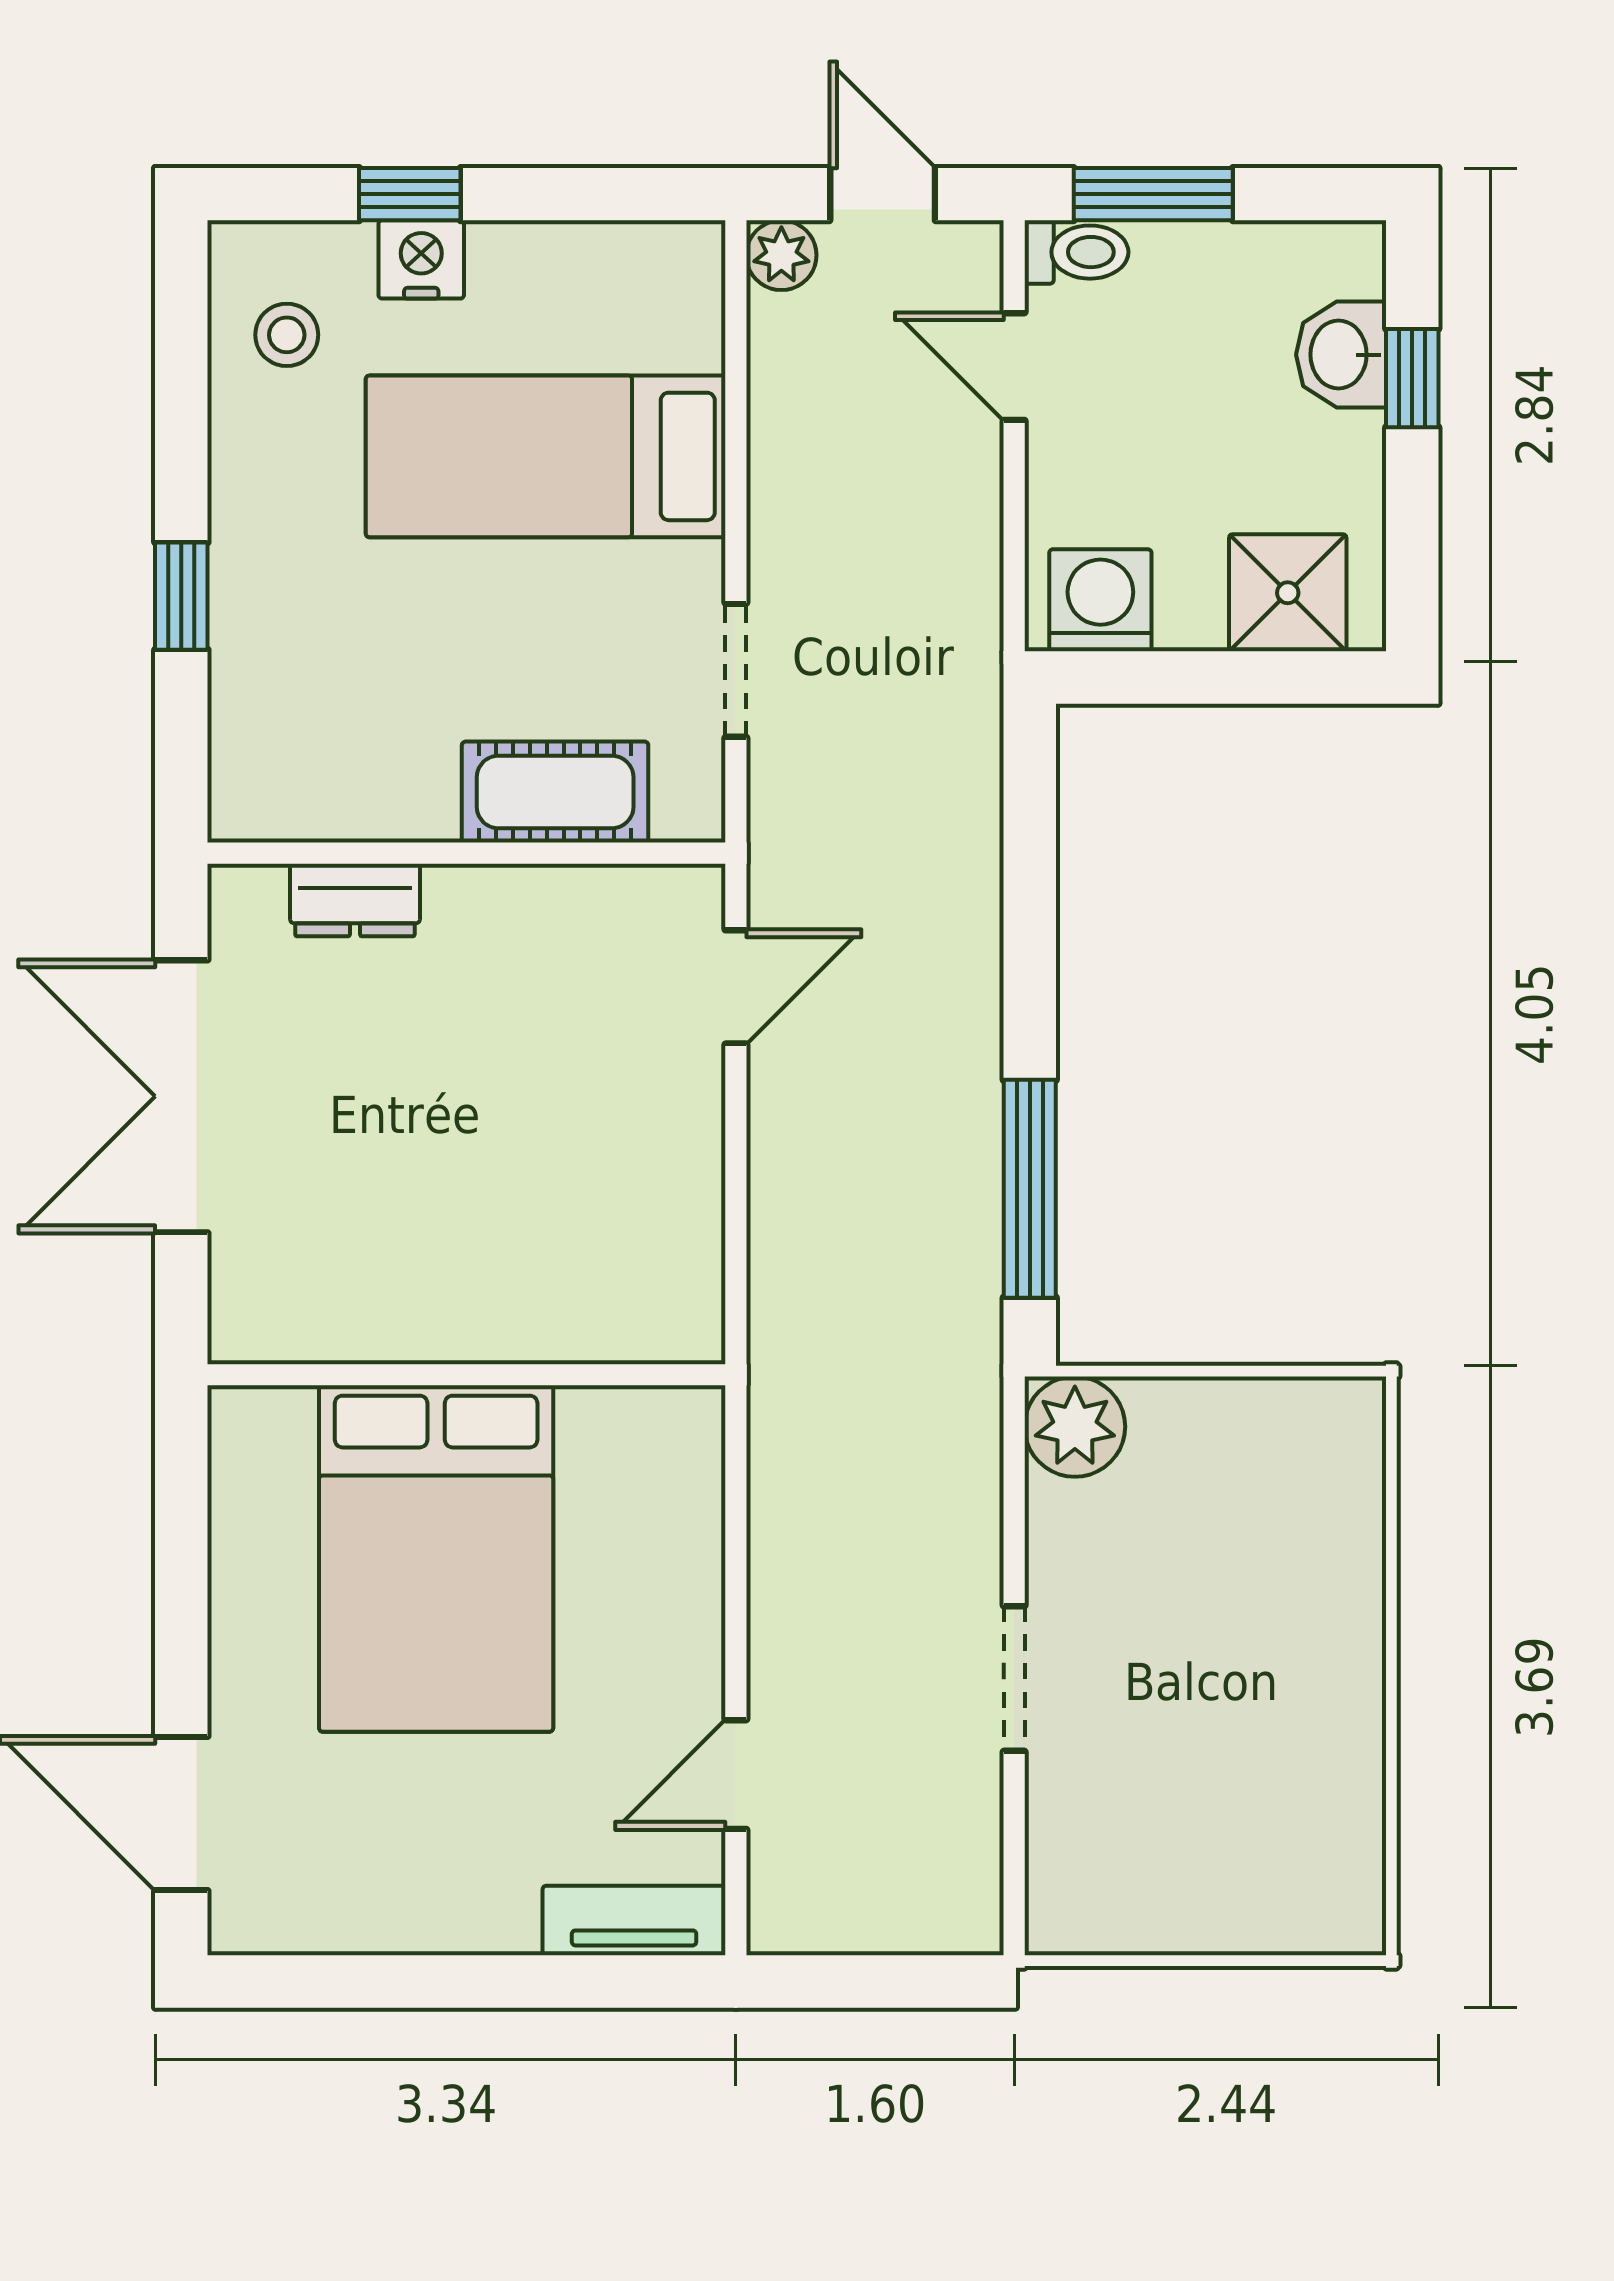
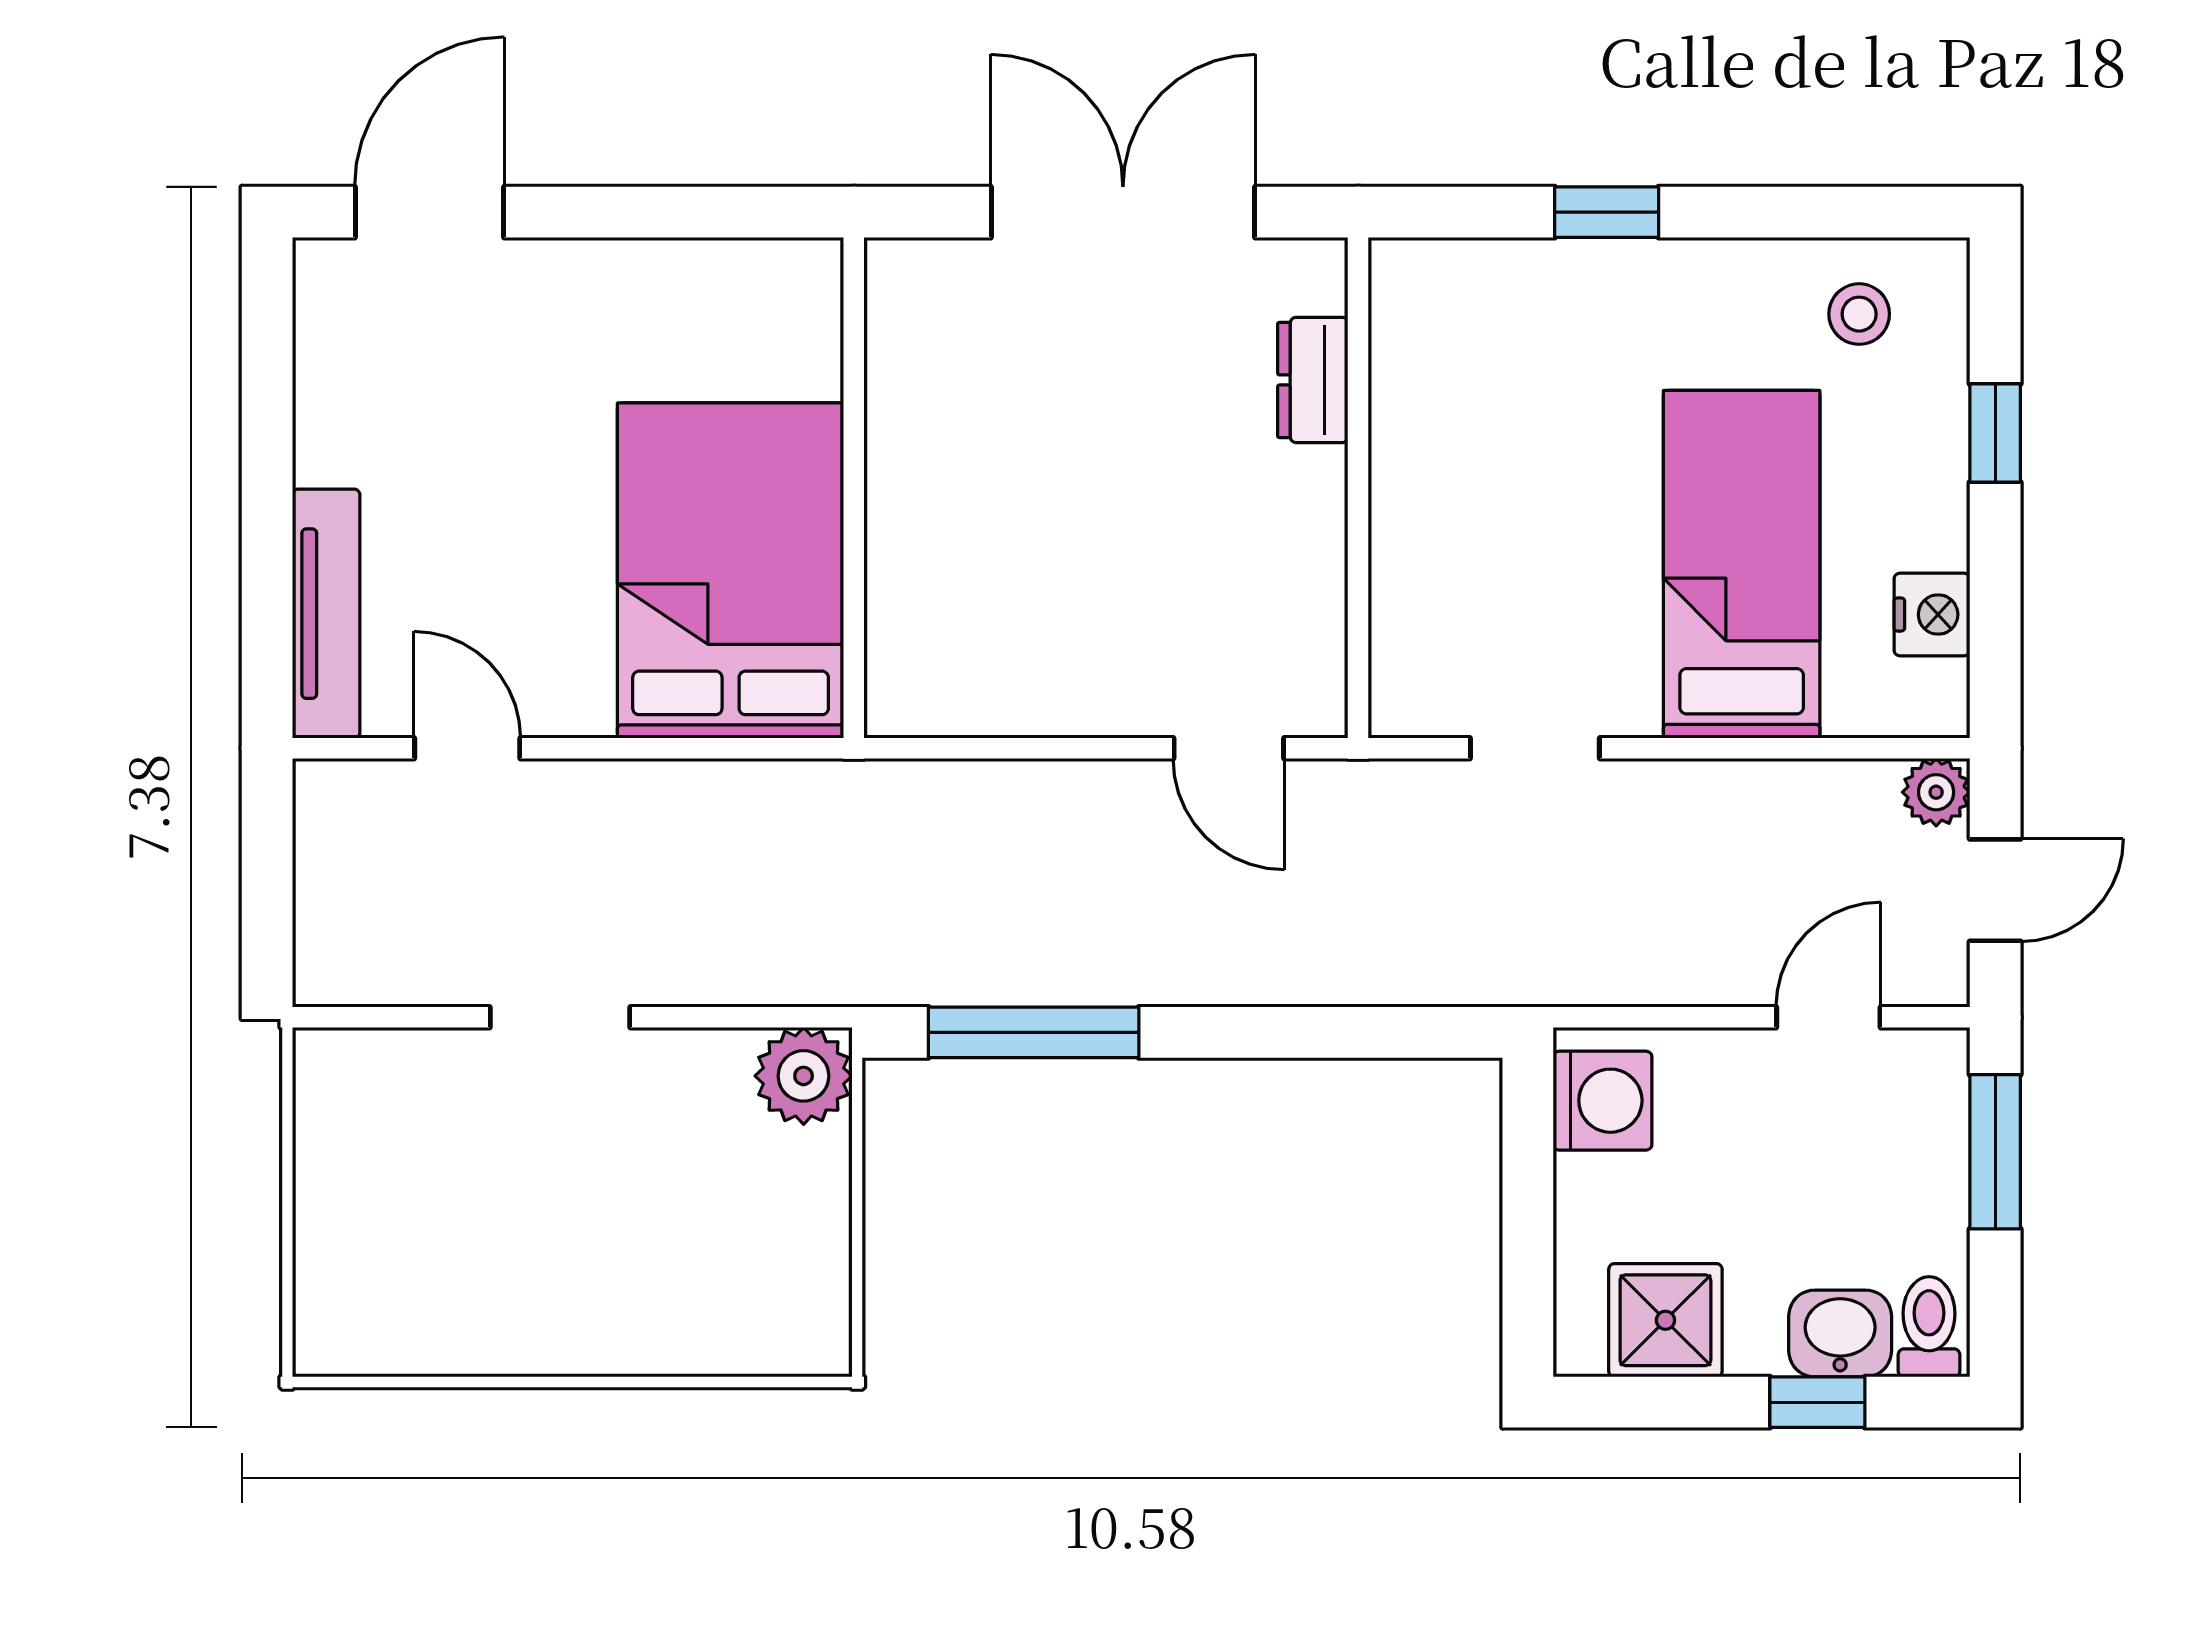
toilet: (1076, 252) -> (1929, 1327), moved, turned 180
nightstand: (421, 259) -> (1932, 615), moved
shower: (1288, 593) -> (1665, 1320), moved
cot: (555, 792) -> (1417, 573), removed
bed: (436, 1558) -> (731, 571), moved, turned 90
tv unit: (634, 1920) -> (326, 614), width x1.41

